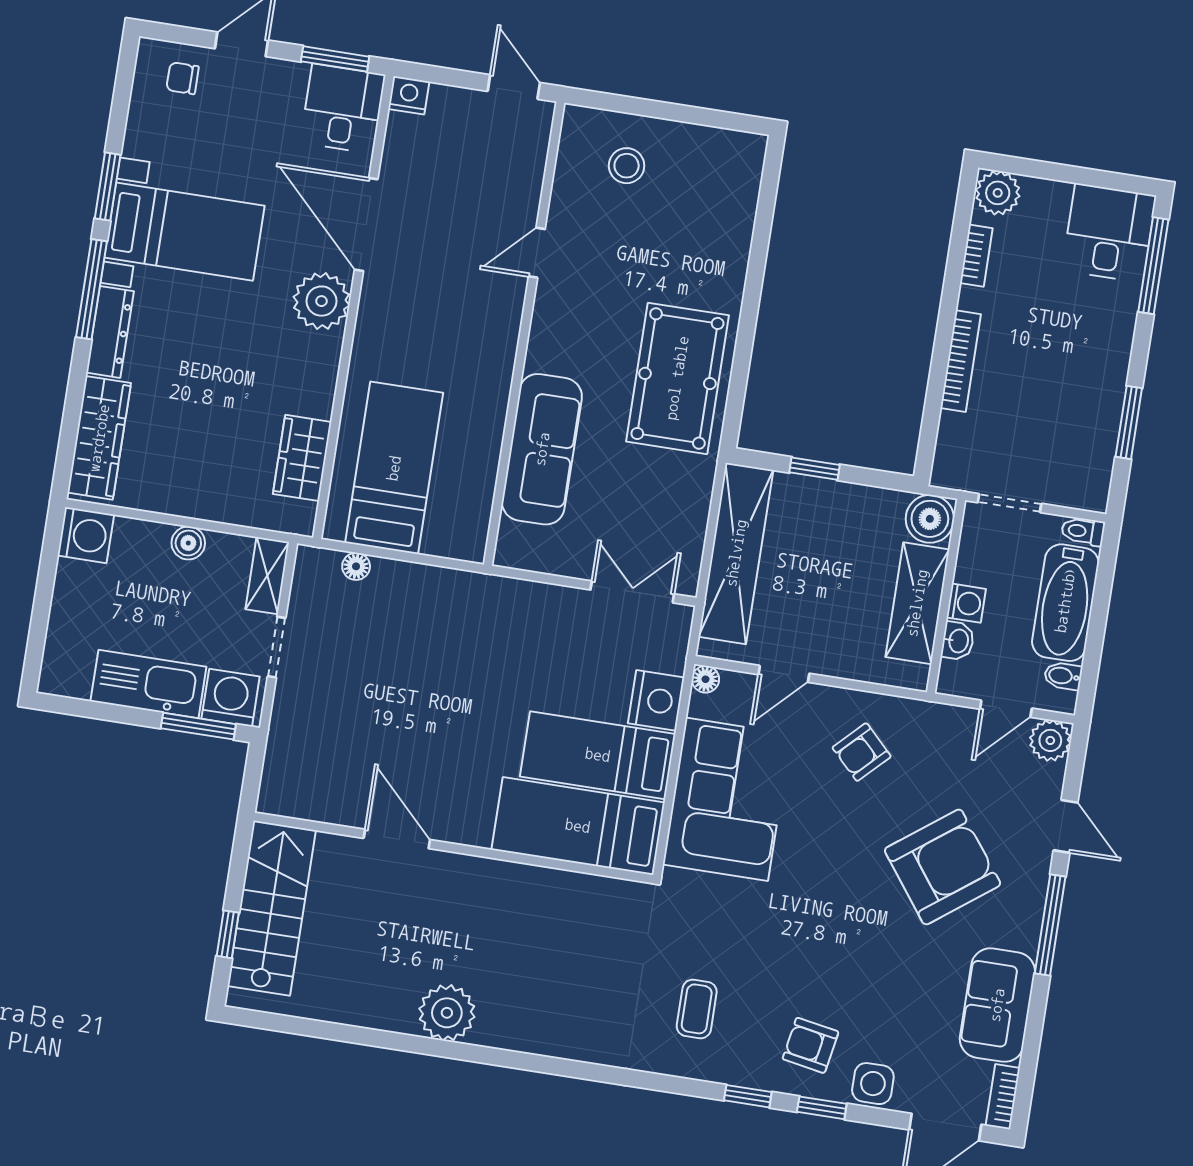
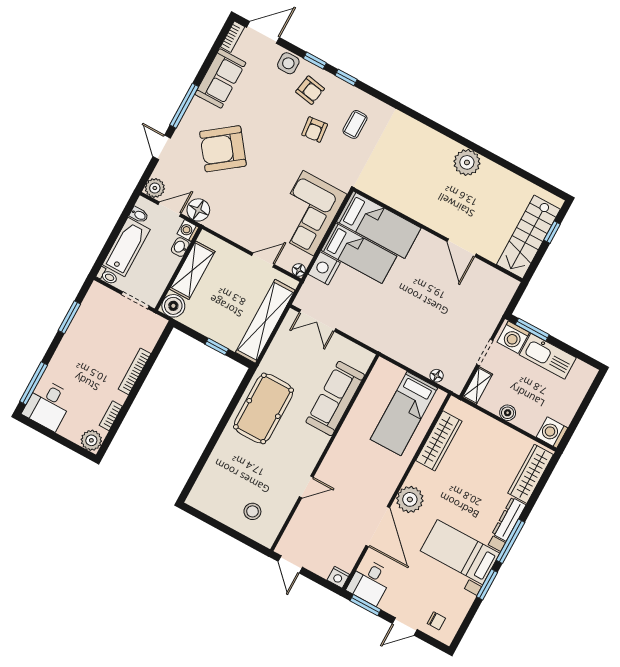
wardrobe: (302, 458) -> (439, 441), width x1.50
washing machine: (966, 603) -> (188, 230), moved
floor lamp: (948, 728) -> (198, 210), added
armchair: (862, 752) -> (315, 130), moved, turned 129

